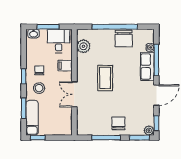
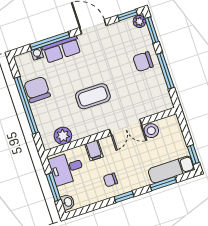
chair: (124, 39) -> (37, 90), turned -90
stool: (39, 88) -> (151, 131), moved

